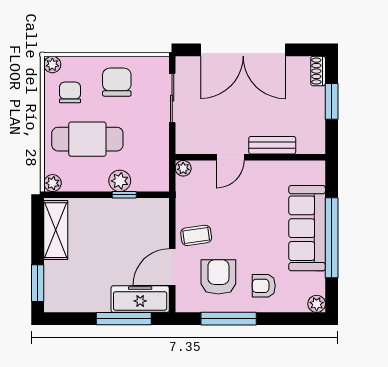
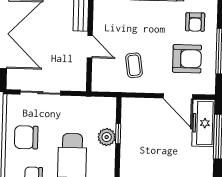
plant: (183, 168) -> (98, 85), removed
coffee table: (196, 235) -> (134, 65), moved
armchair: (218, 277) -> (187, 59), turned 180

